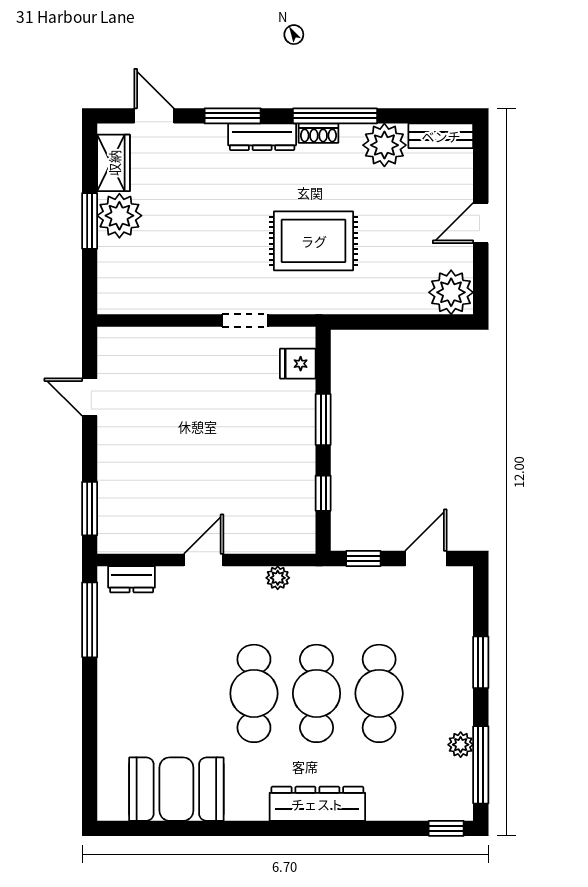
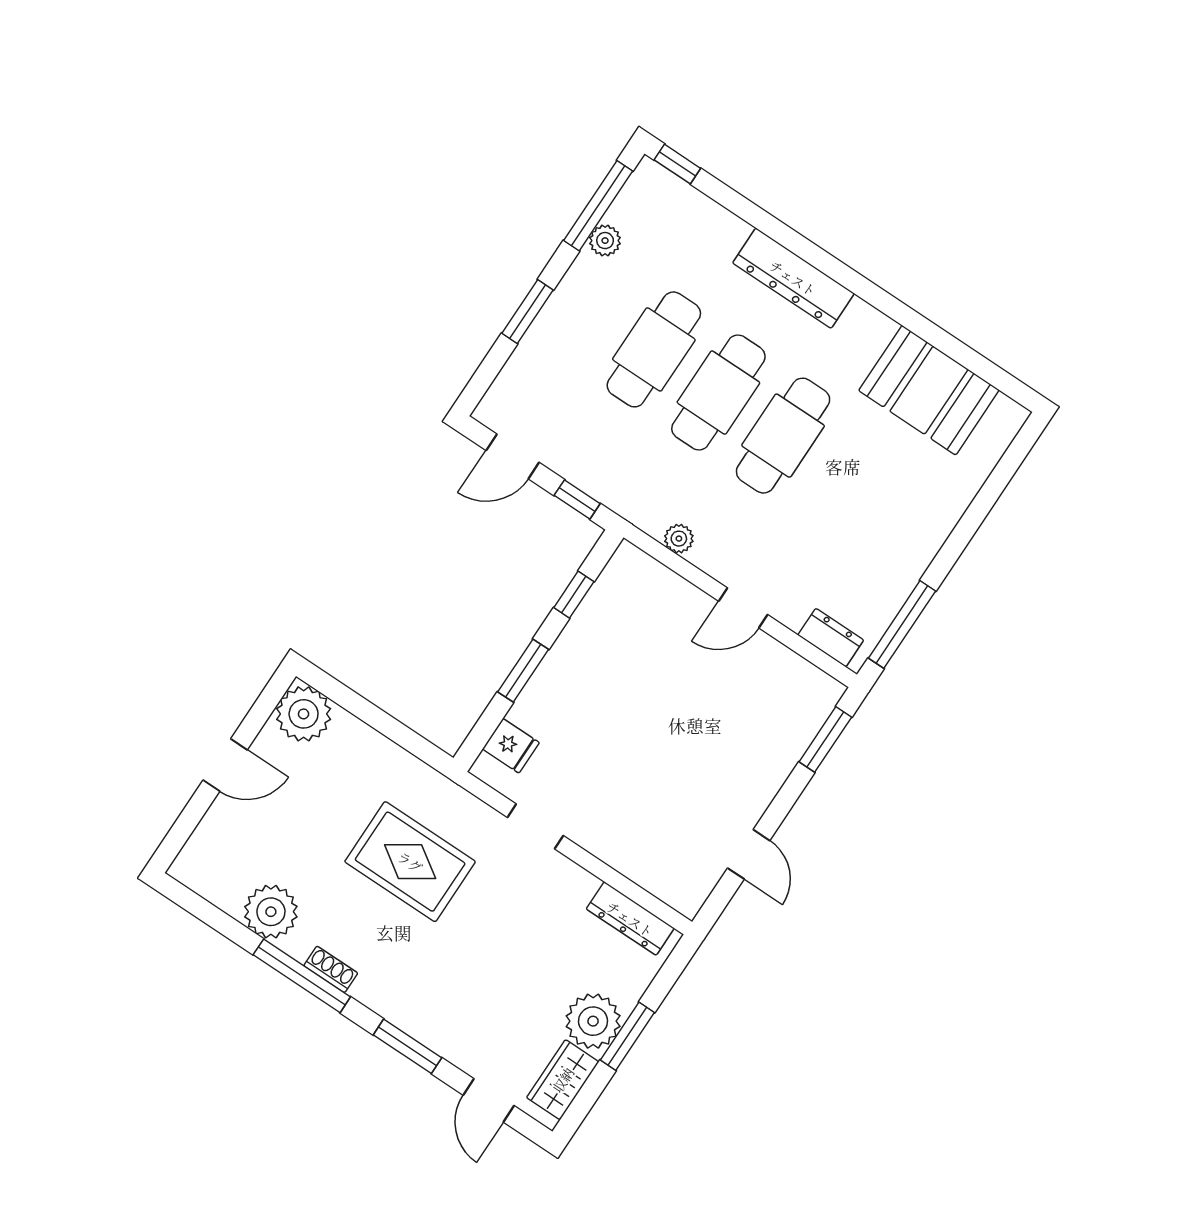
bench: (441, 136) -> (206, 882), removed
dresser: (262, 137) -> (630, 919), moved, turned 180

